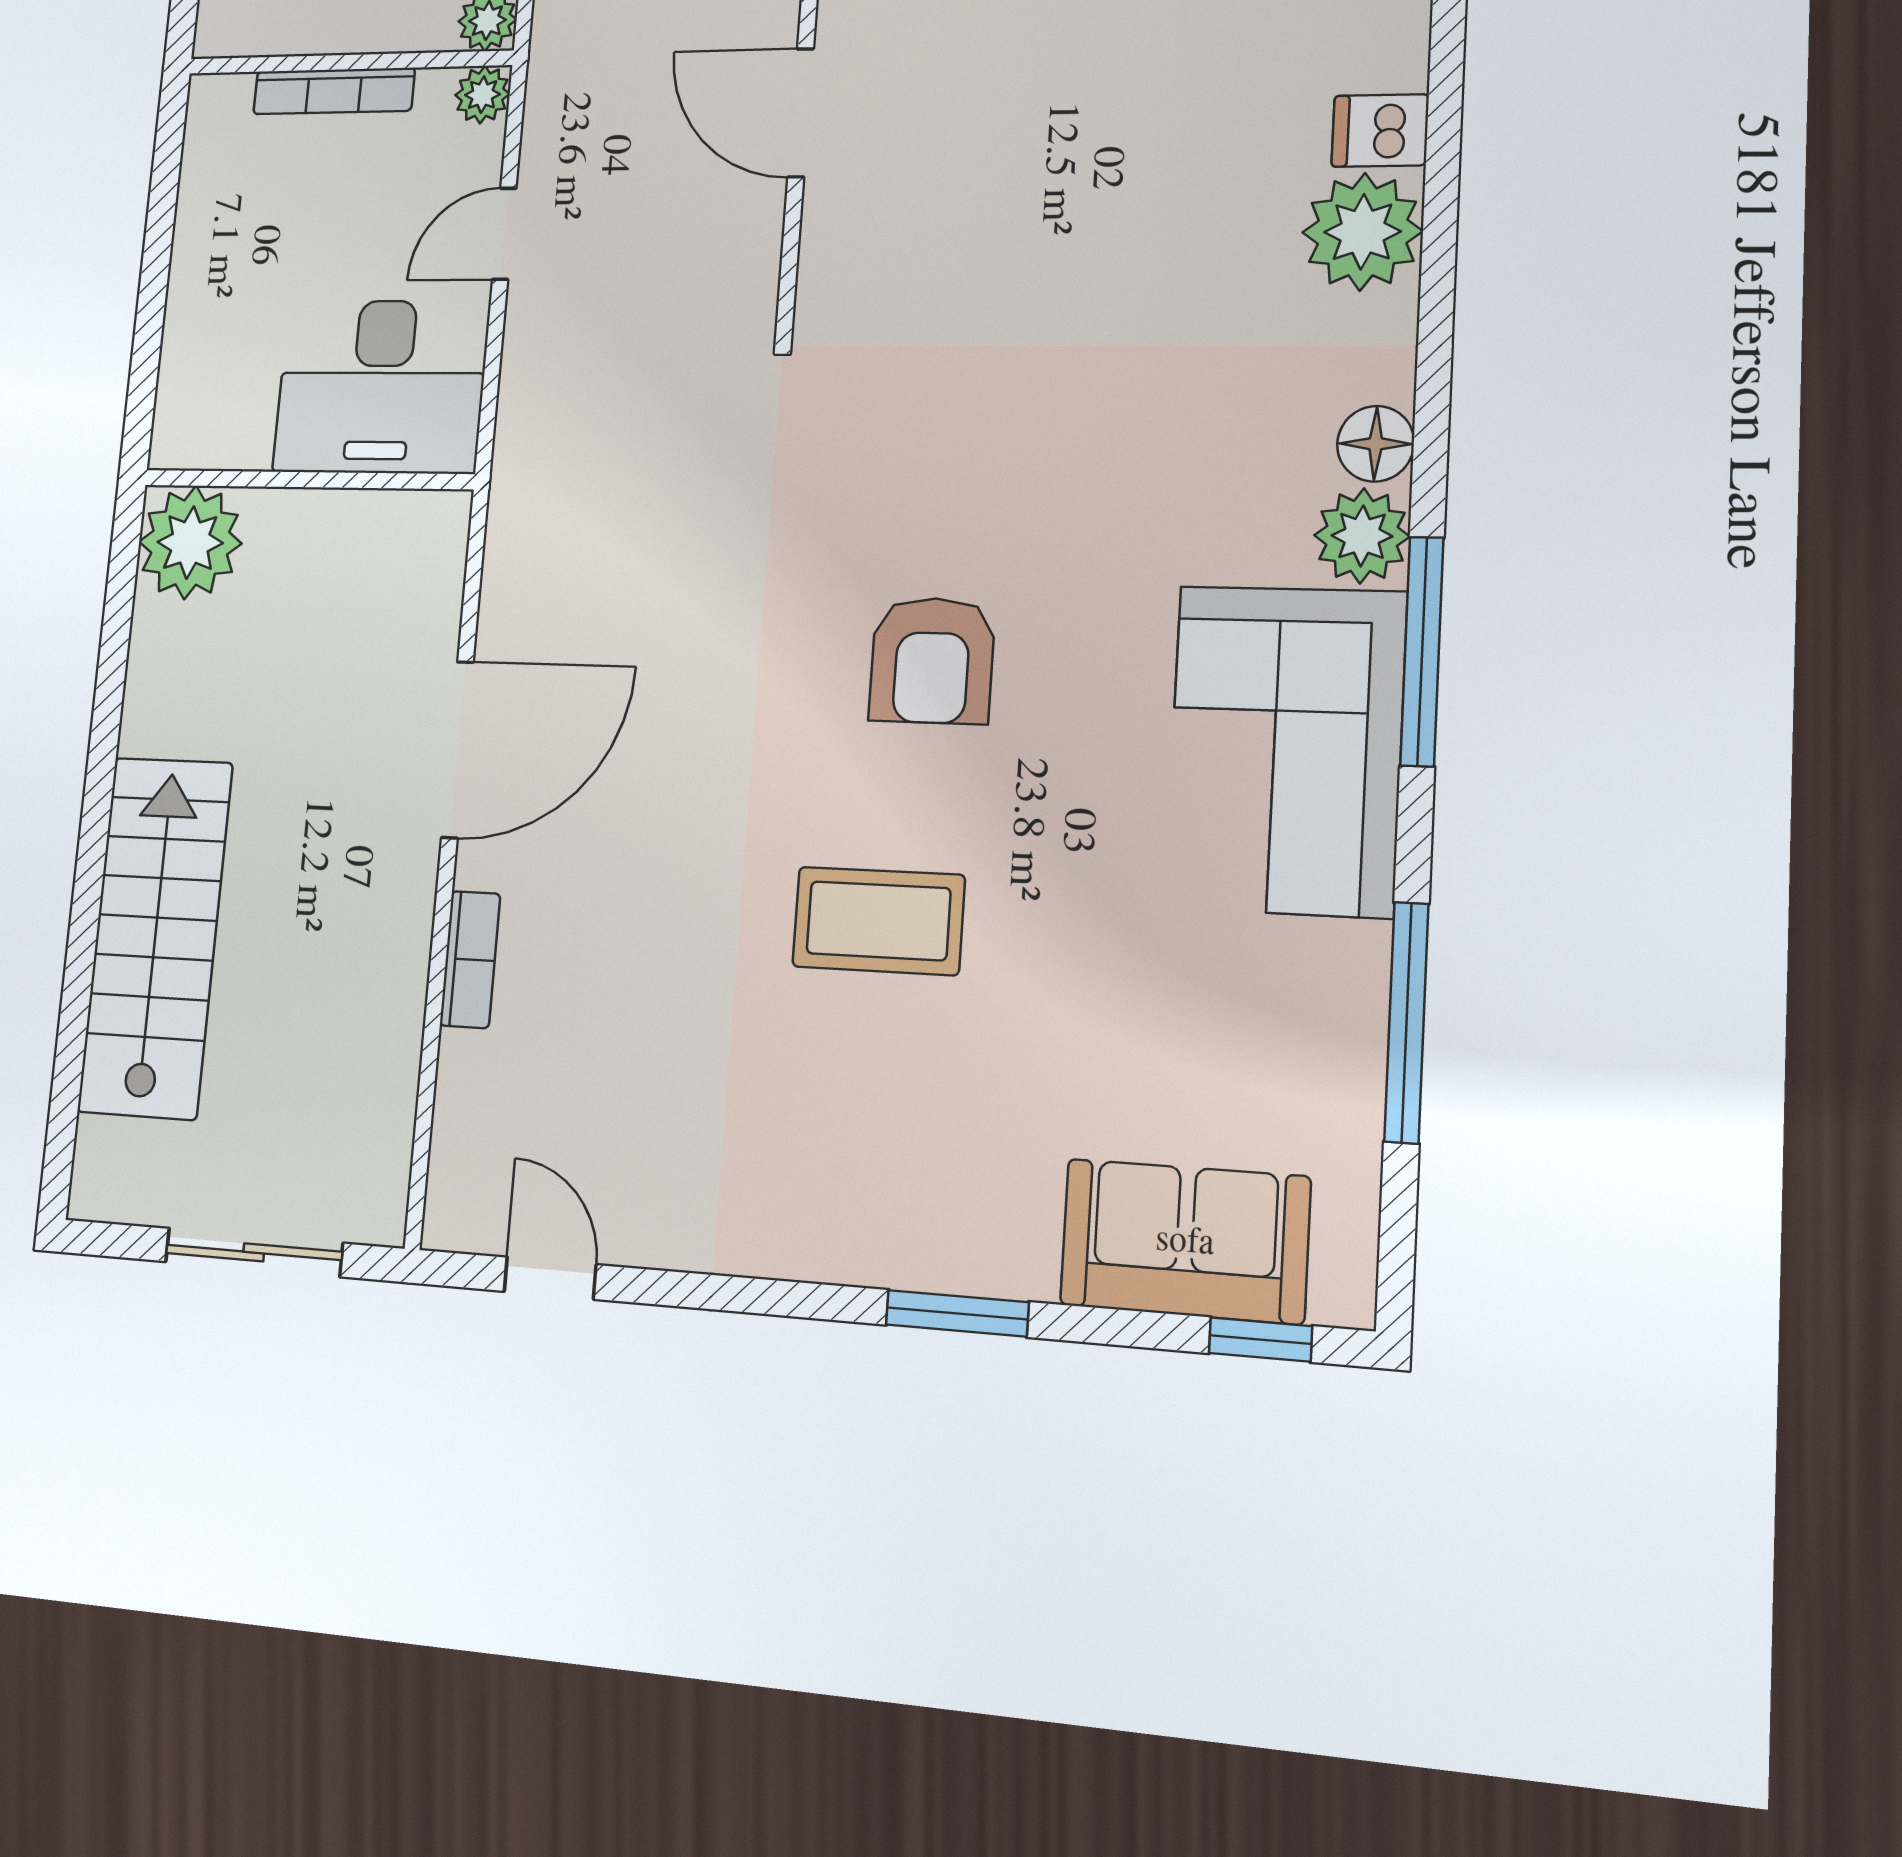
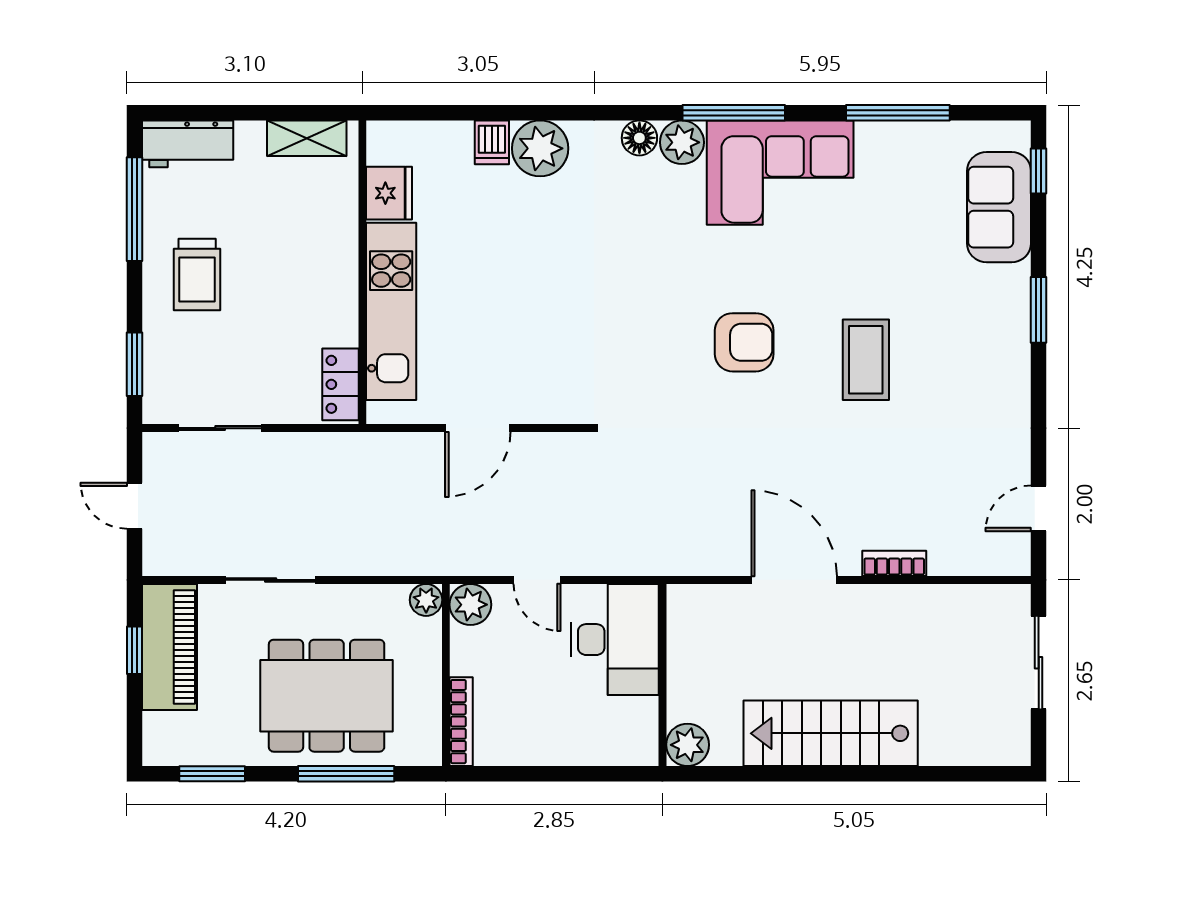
bookcase: (334, 91) -> (461, 722), moved
plant: (482, 95) -> (470, 605), width x1.38, depth x1.38
plant: (190, 543) -> (688, 745), width x0.73, depth x0.73
stairs: (155, 937) -> (831, 733), moved

